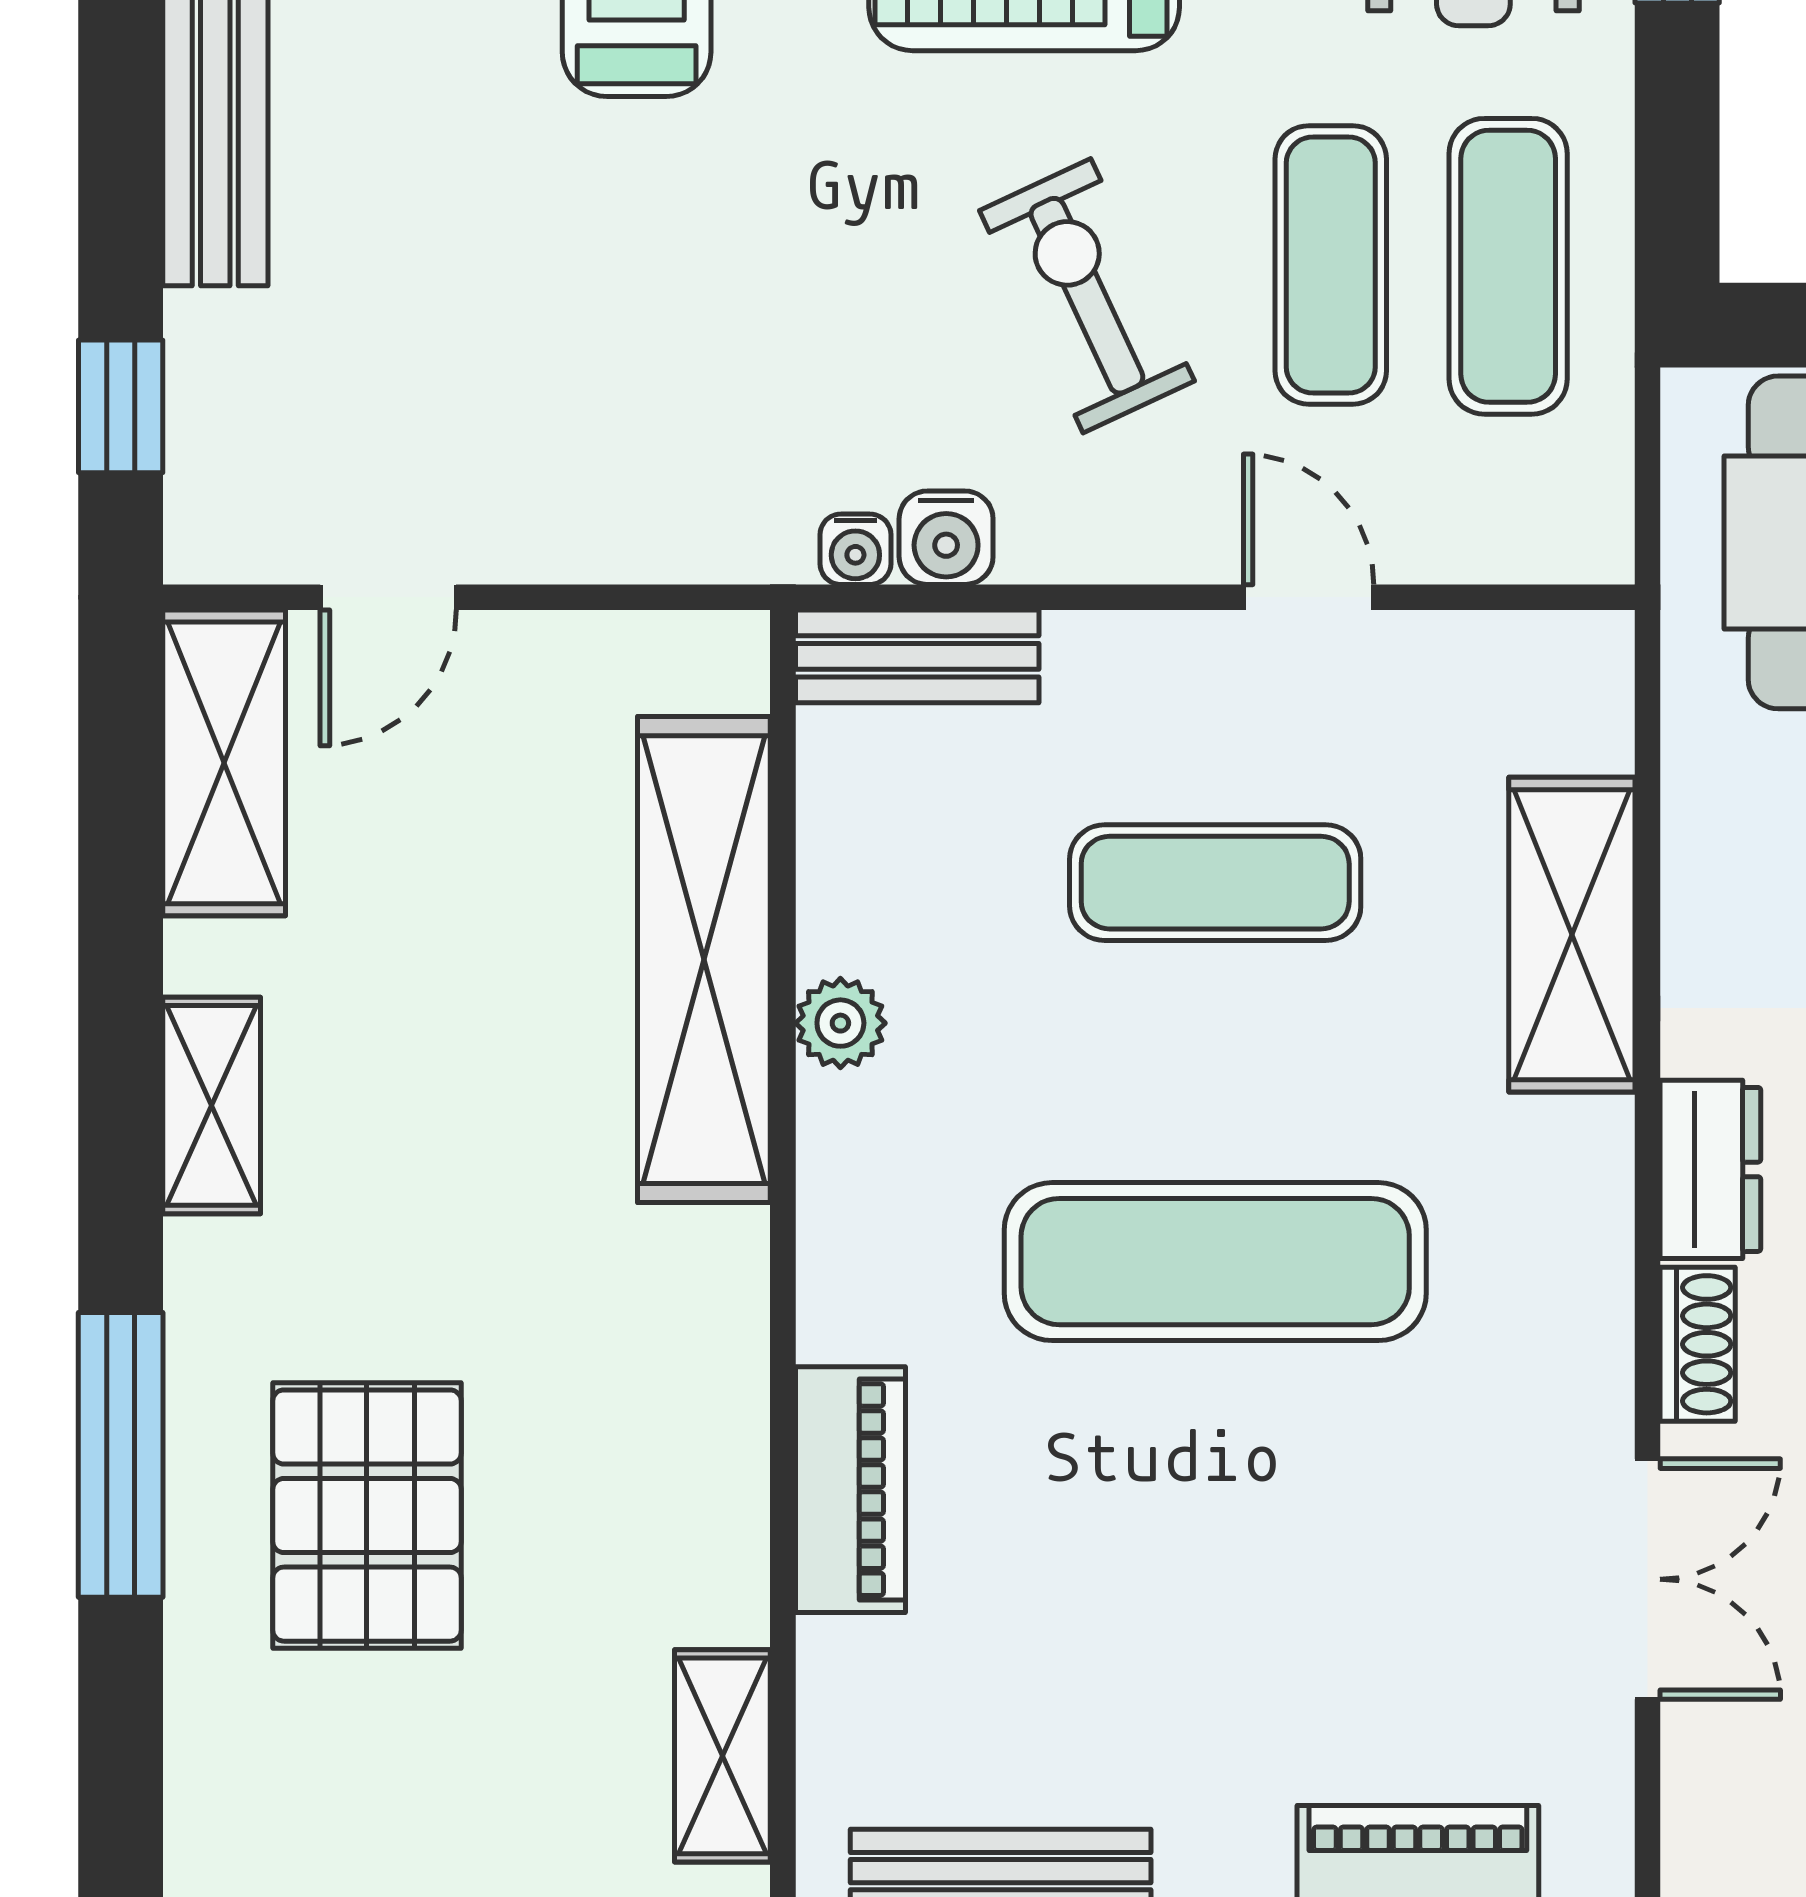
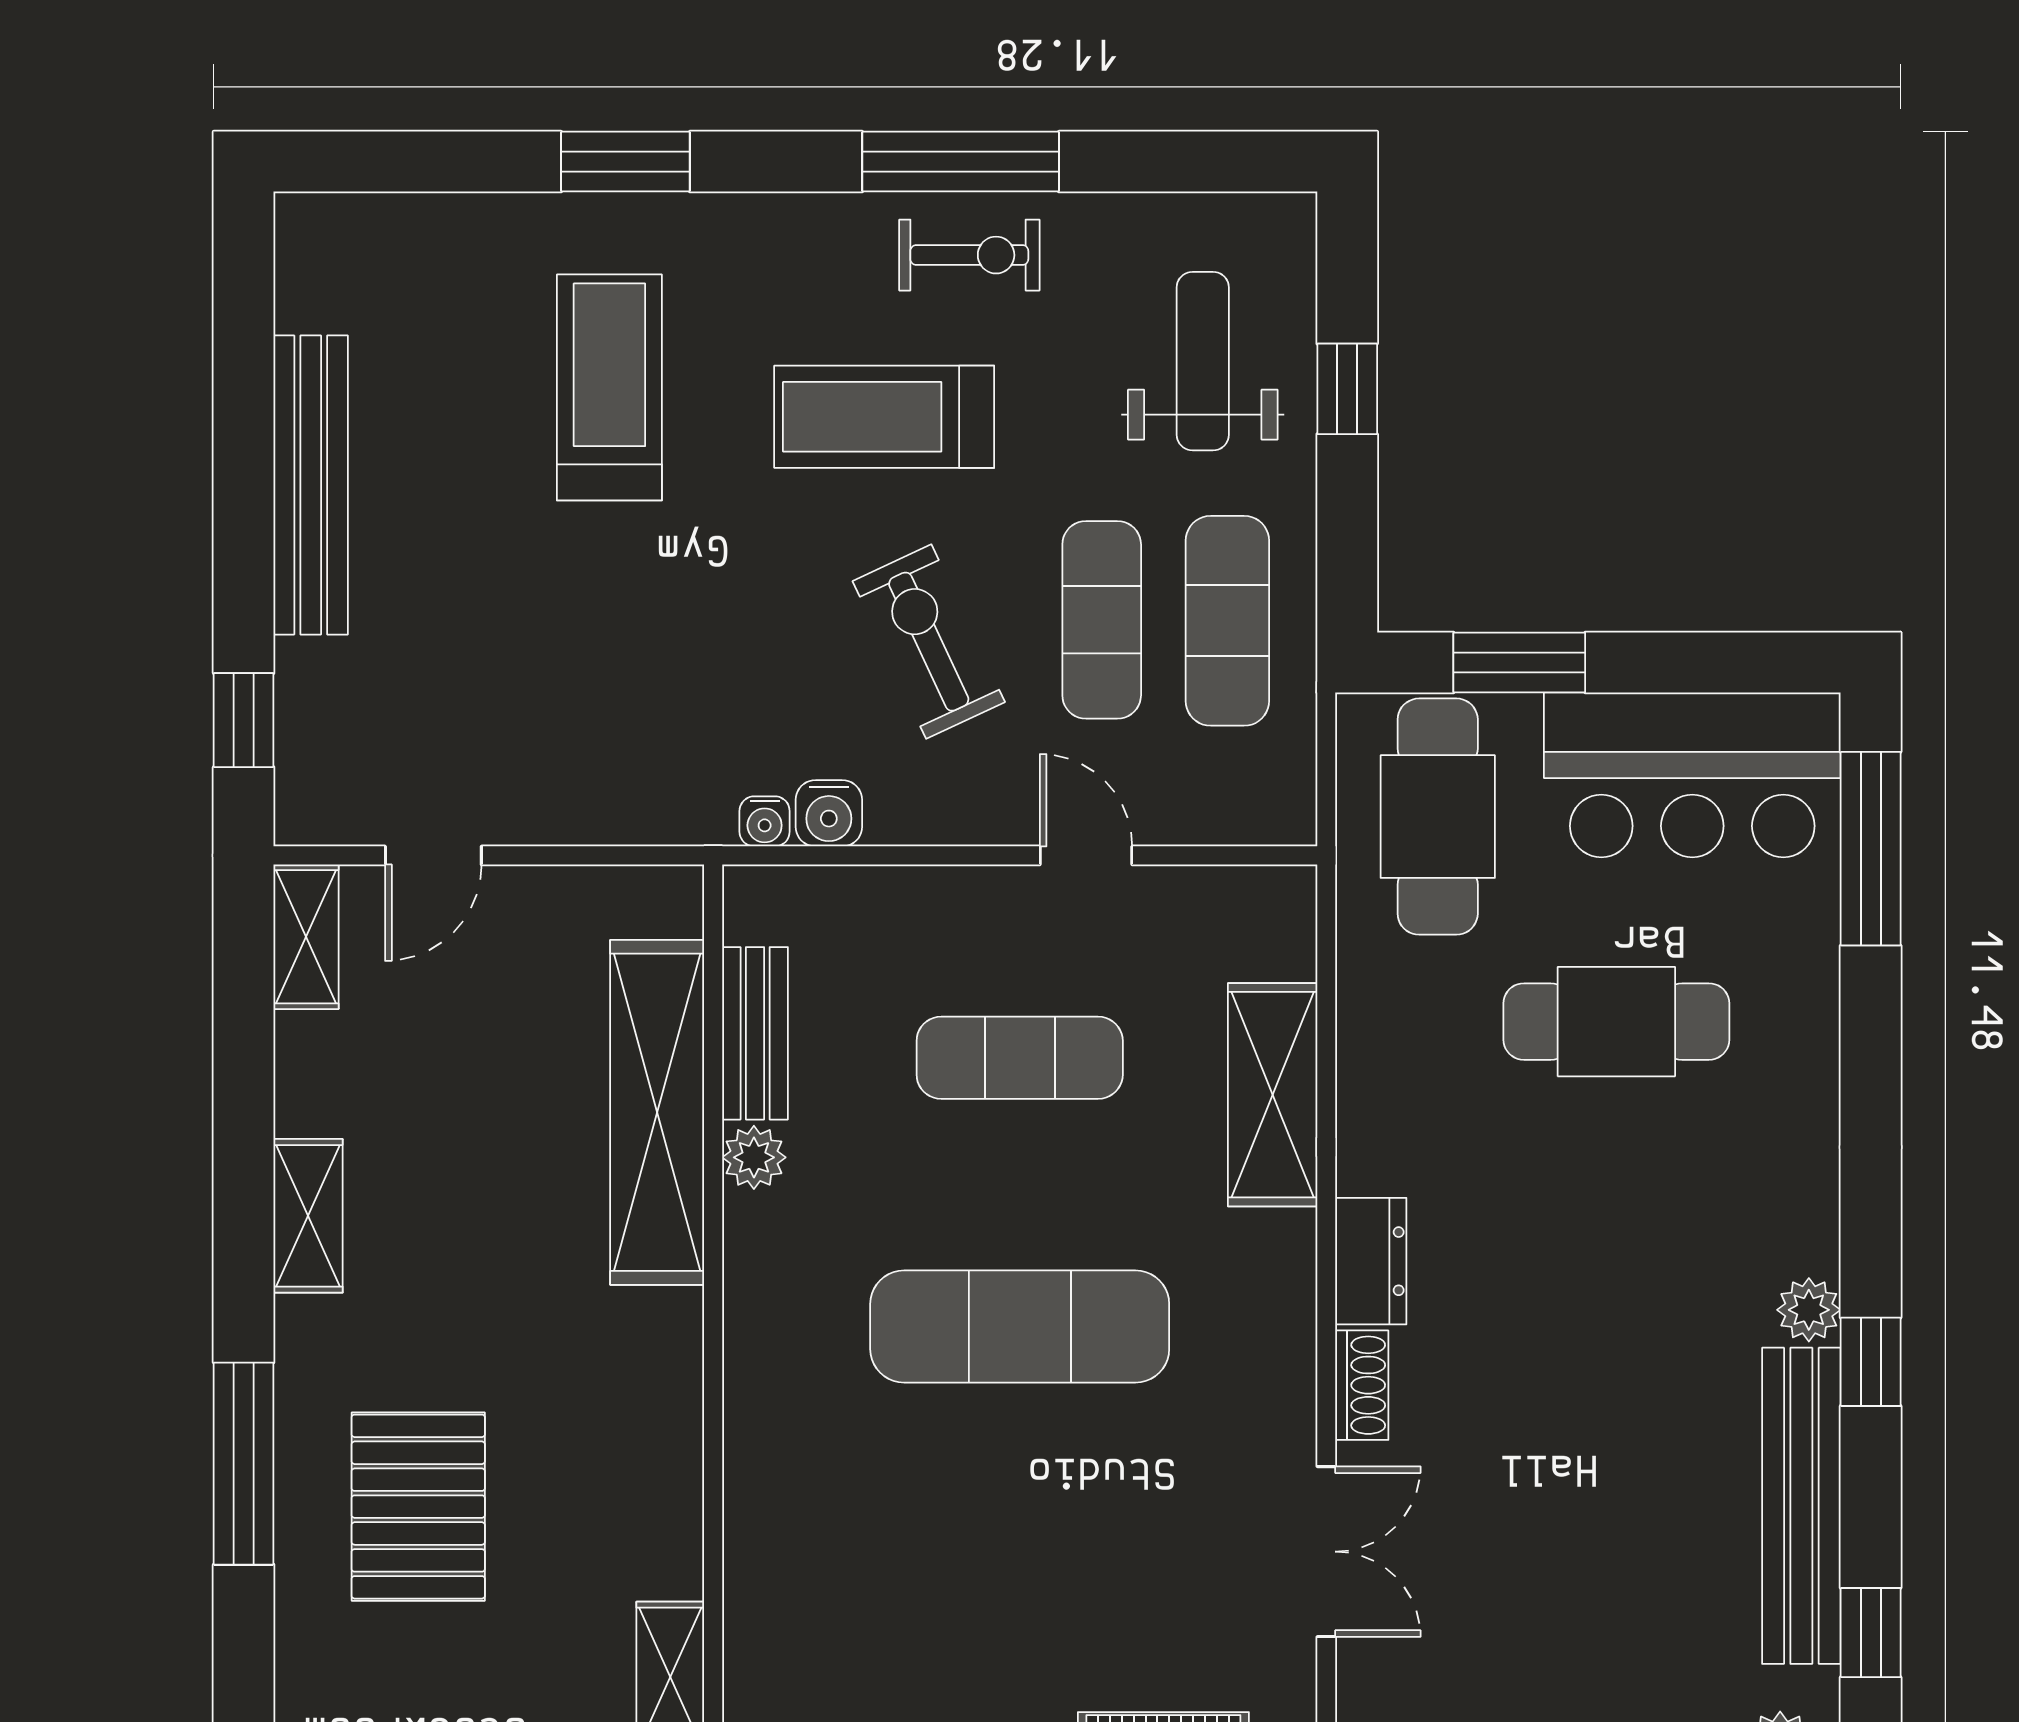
bench: (917, 656) -> (755, 1033), moved, turned 90
shelving: (224, 763) -> (306, 937), width x0.67, depth x0.75
piano: (850, 1490) -> (761, 1488), removed

